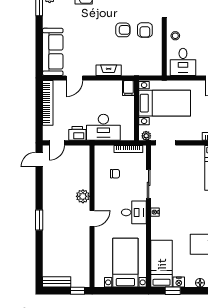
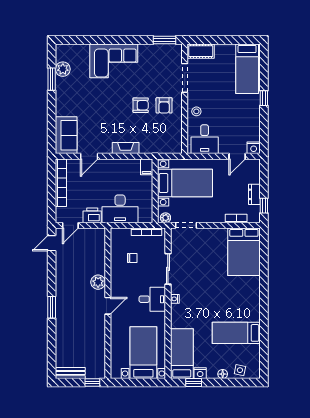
sofa: (53, 52) -> (66, 135), width x0.73

